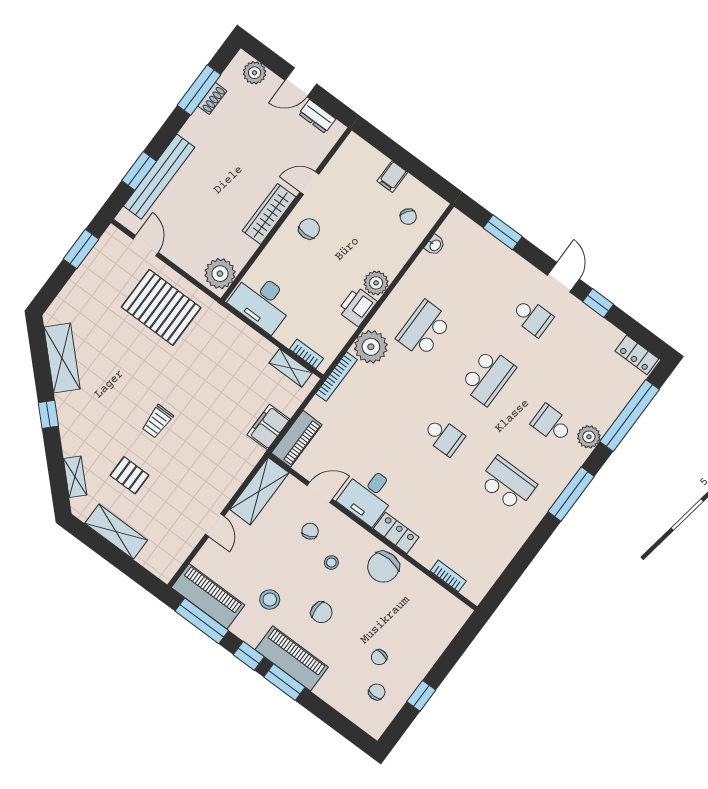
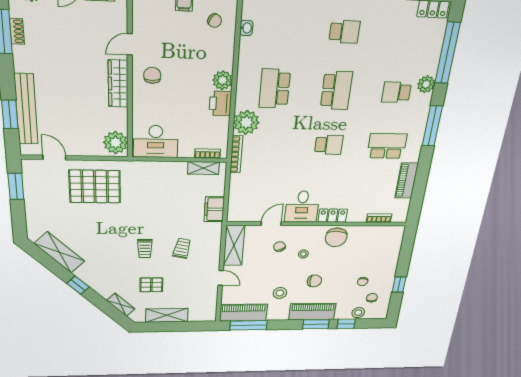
piano: (297, 439) -> (407, 181), moved, turned 180
trolley: (198, 452) -> (182, 248), added
window: (249, 656) -> (346, 324), moved
stool: (347, 703) -> (358, 313), added

